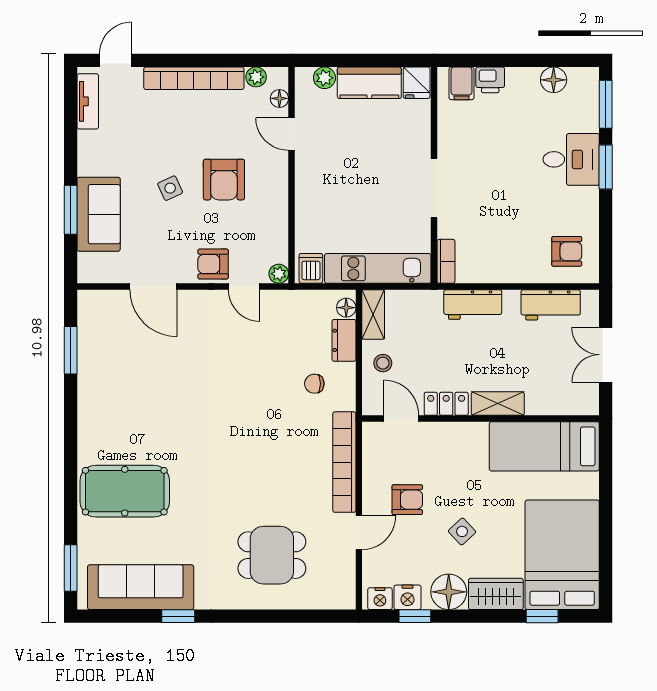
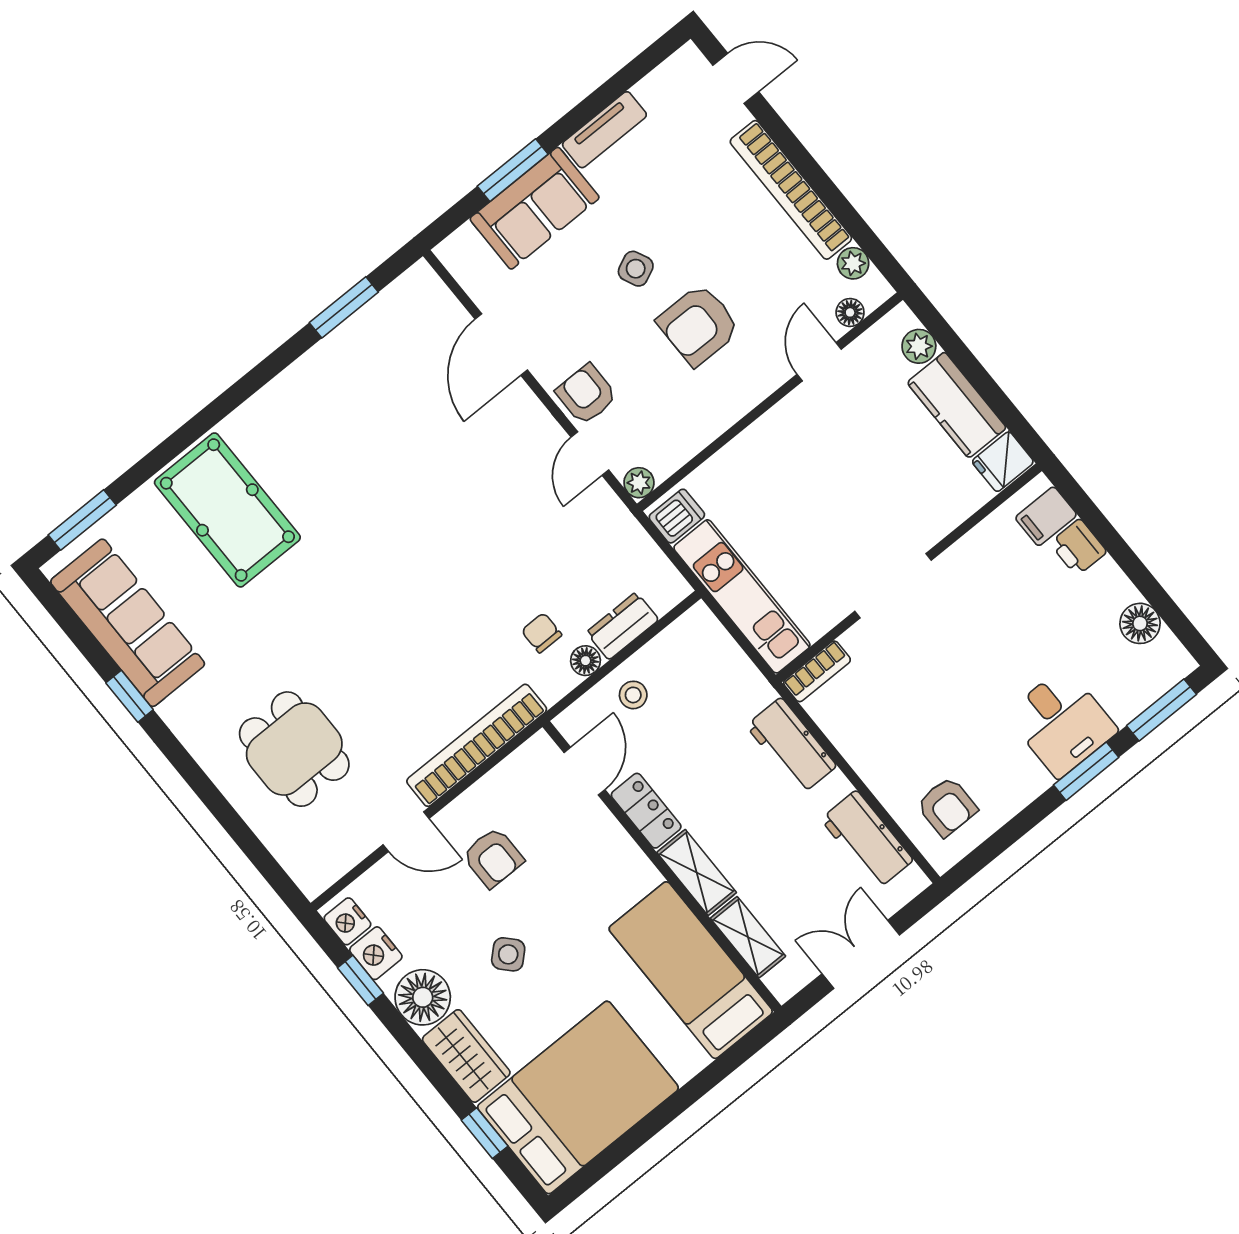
tv unit: (88, 101) -> (604, 130), moved
floor lamp: (346, 308) -> (585, 661), moved
shelving: (373, 315) -> (748, 937), moved, turned 90

